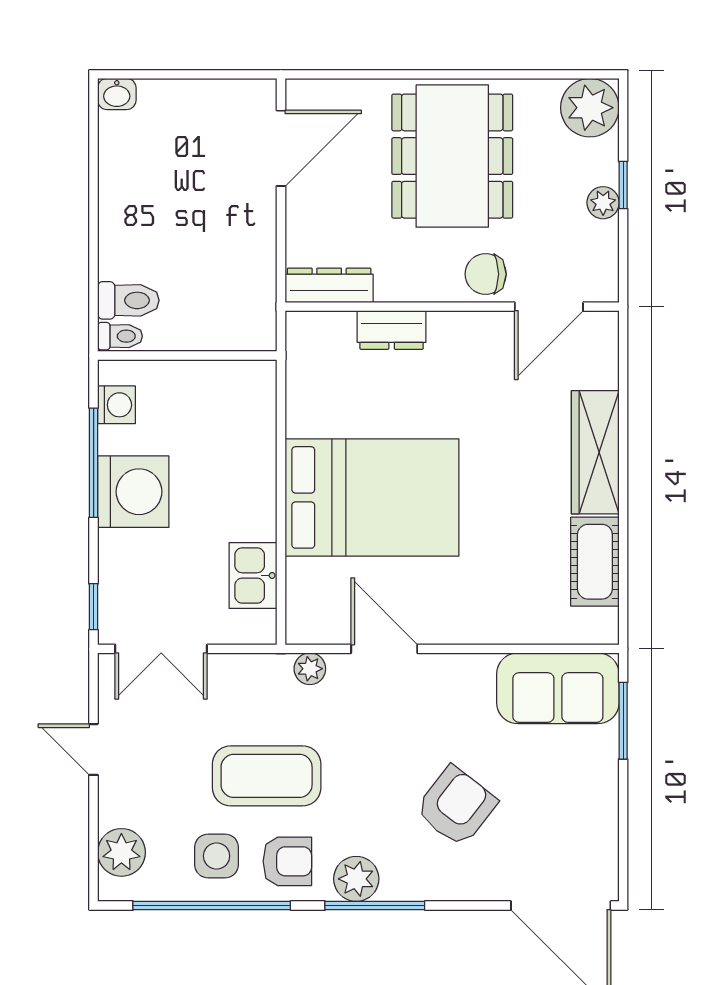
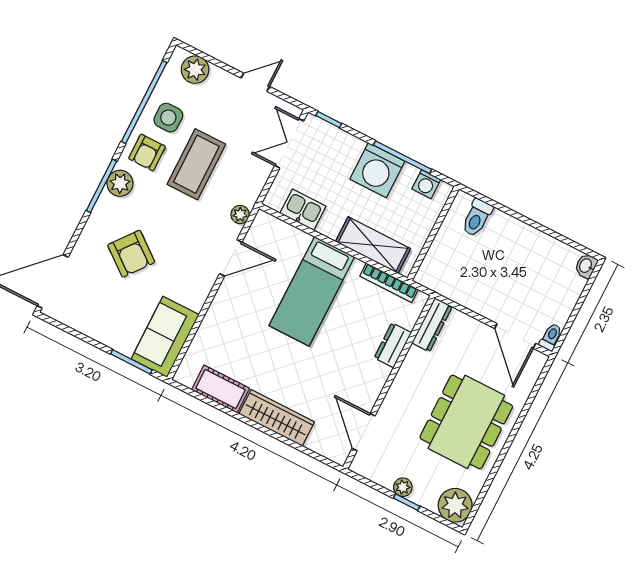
dining table: (452, 156) -> (466, 422), turned 90
chair: (486, 274) -> (397, 408), removed
toilet: (120, 336) -> (551, 337), moved, turned 180
bookcase: (298, 385) -> (389, 283), added
shelving: (253, 439) -> (373, 245), added
bed: (372, 497) -> (312, 291), width x0.67

